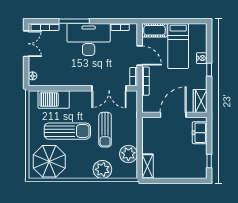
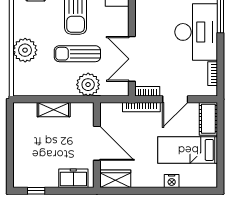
window: (209, 70) -> (156, 191), removed
plant: (128, 154) -> (88, 85), moved
shelving: (147, 166) -> (54, 110), moved

